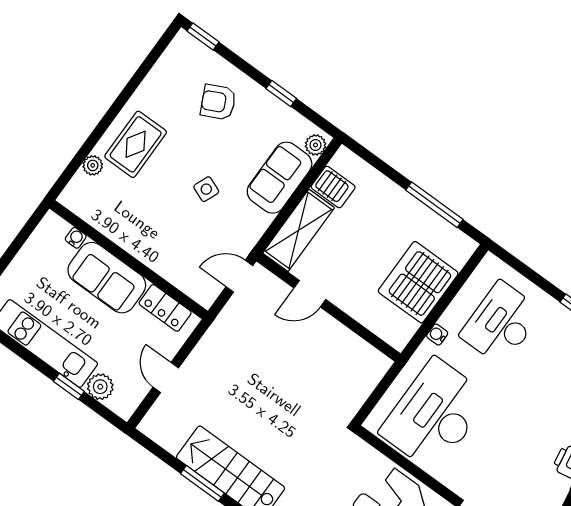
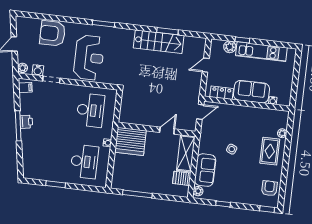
armchair: (218, 102) -> (269, 188), moved, turned -64
door: (239, 276) -> (200, 112), moved
server rack: (418, 282) -> (130, 141), moved, turned 90
door: (166, 377) -> (206, 65), swing flipped
desk: (435, 415) -> (90, 110), width x0.73, depth x0.77

